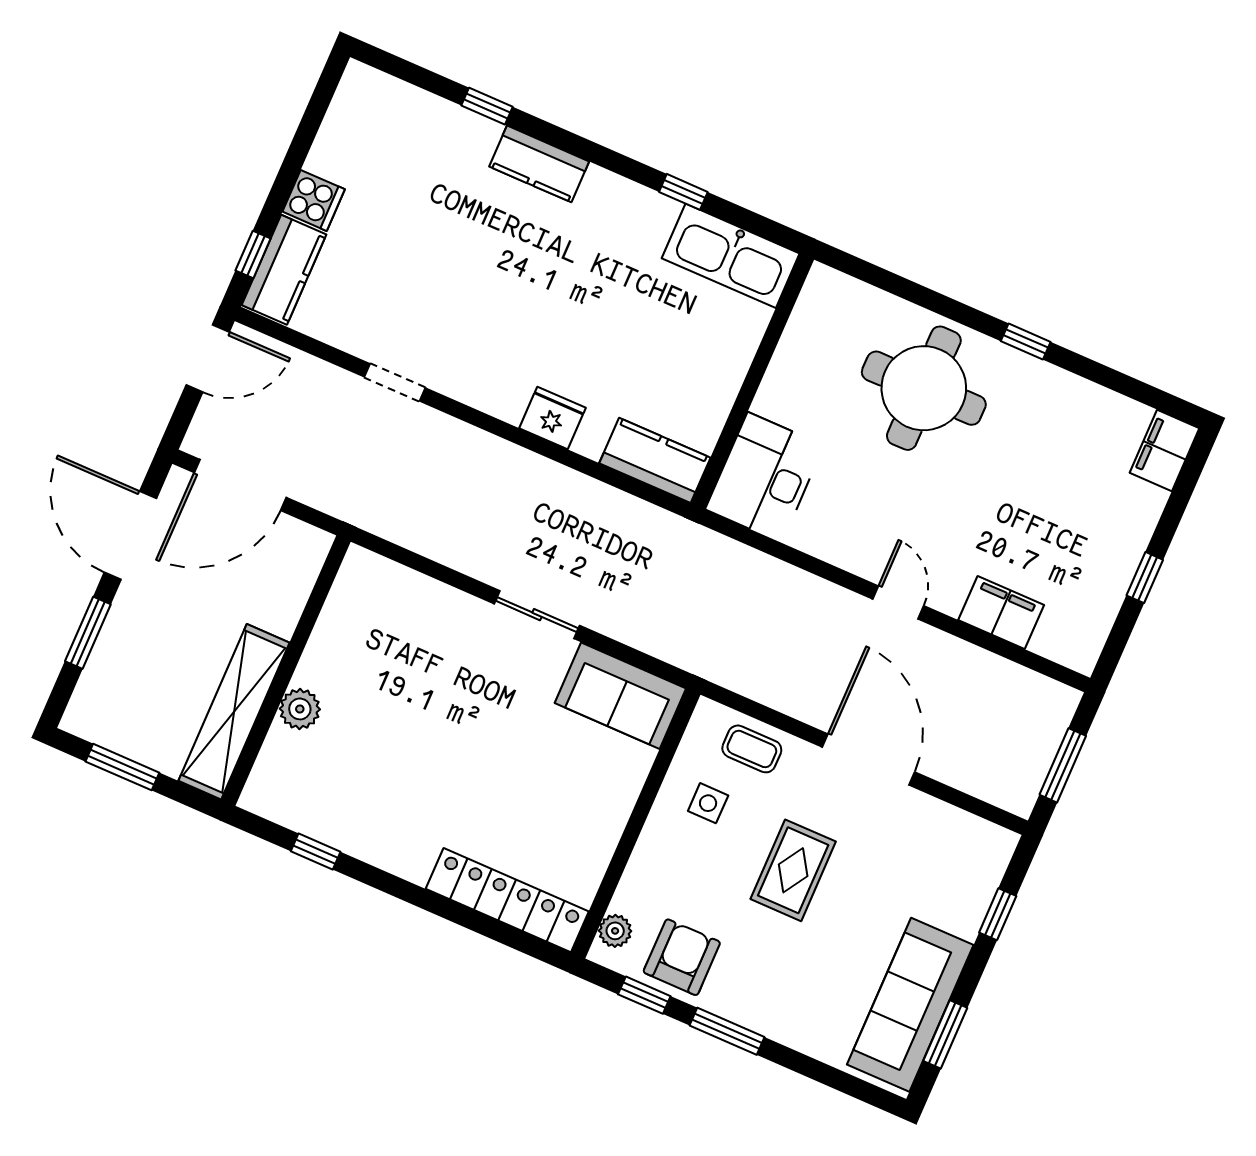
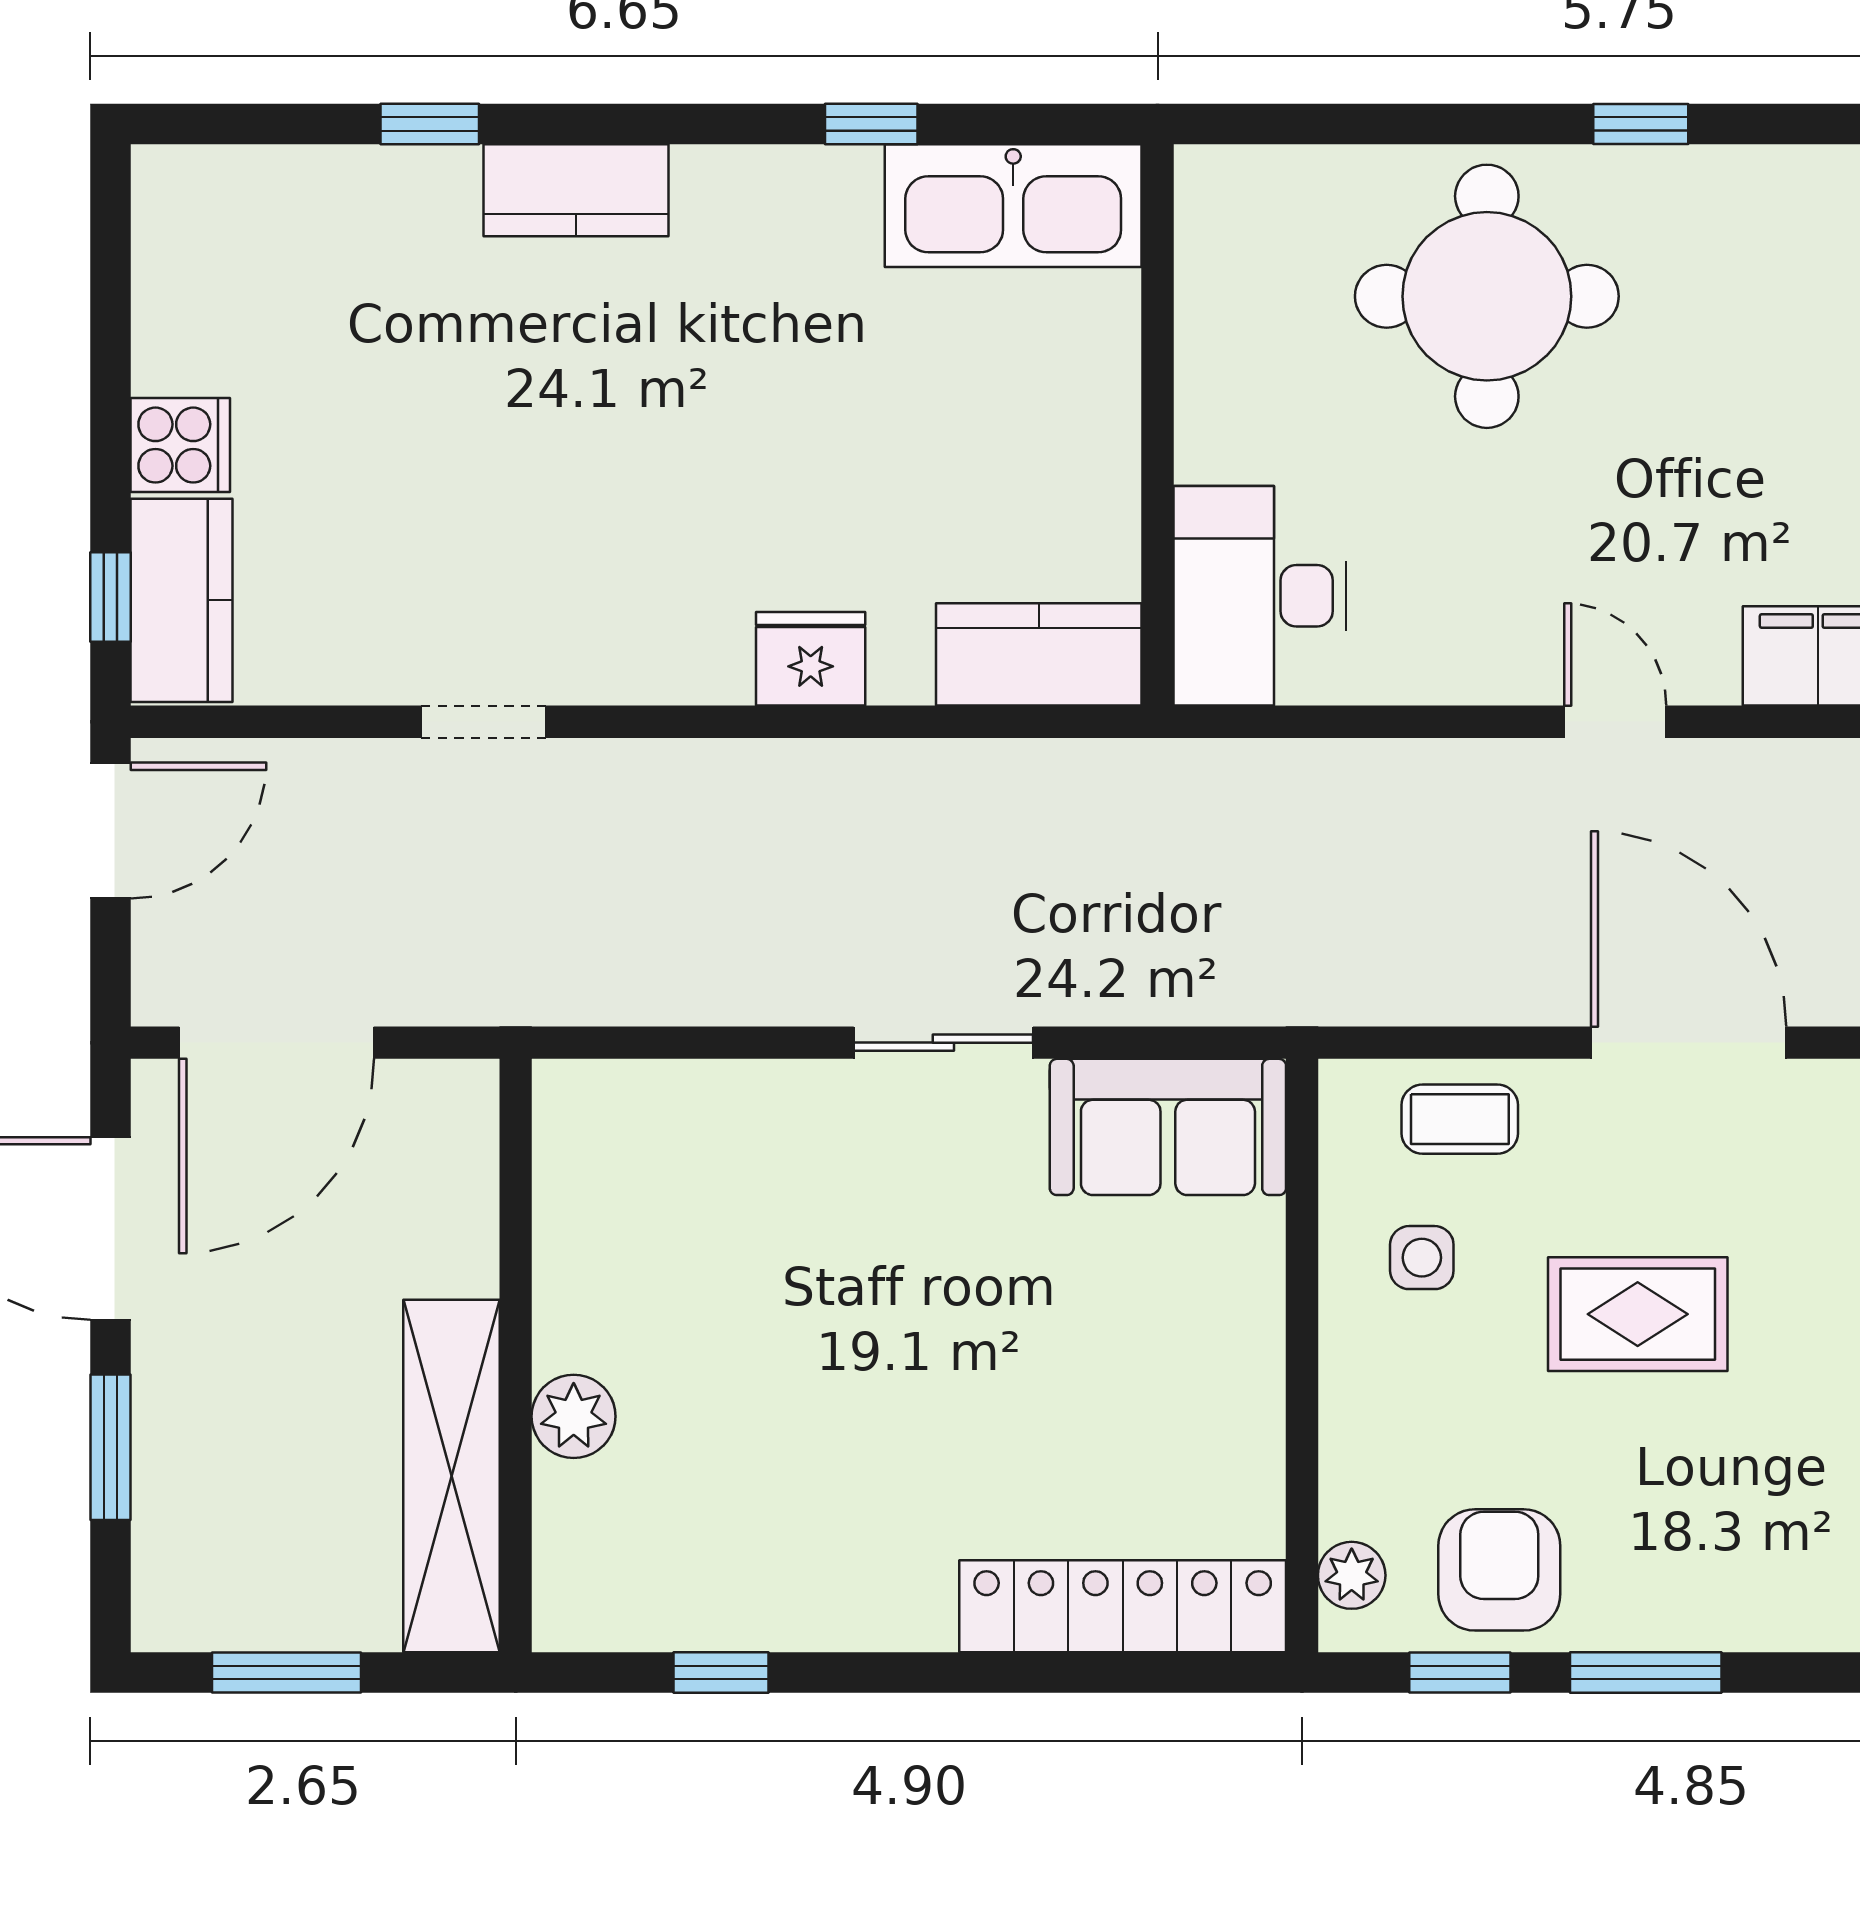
rug: (793, 870) -> (1638, 1314), turned 90

